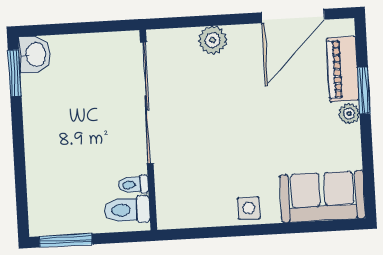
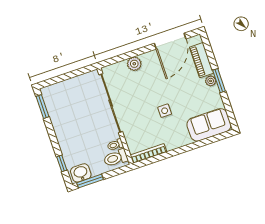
washbasin: (35, 54) -> (81, 173), moved, turned -90
window: (364, 90) -> (219, 81), moved
window: (21, 191) -> (62, 163), added
side table: (249, 208) -> (165, 111), moved
bookcase: (192, 219) -> (148, 153), added

